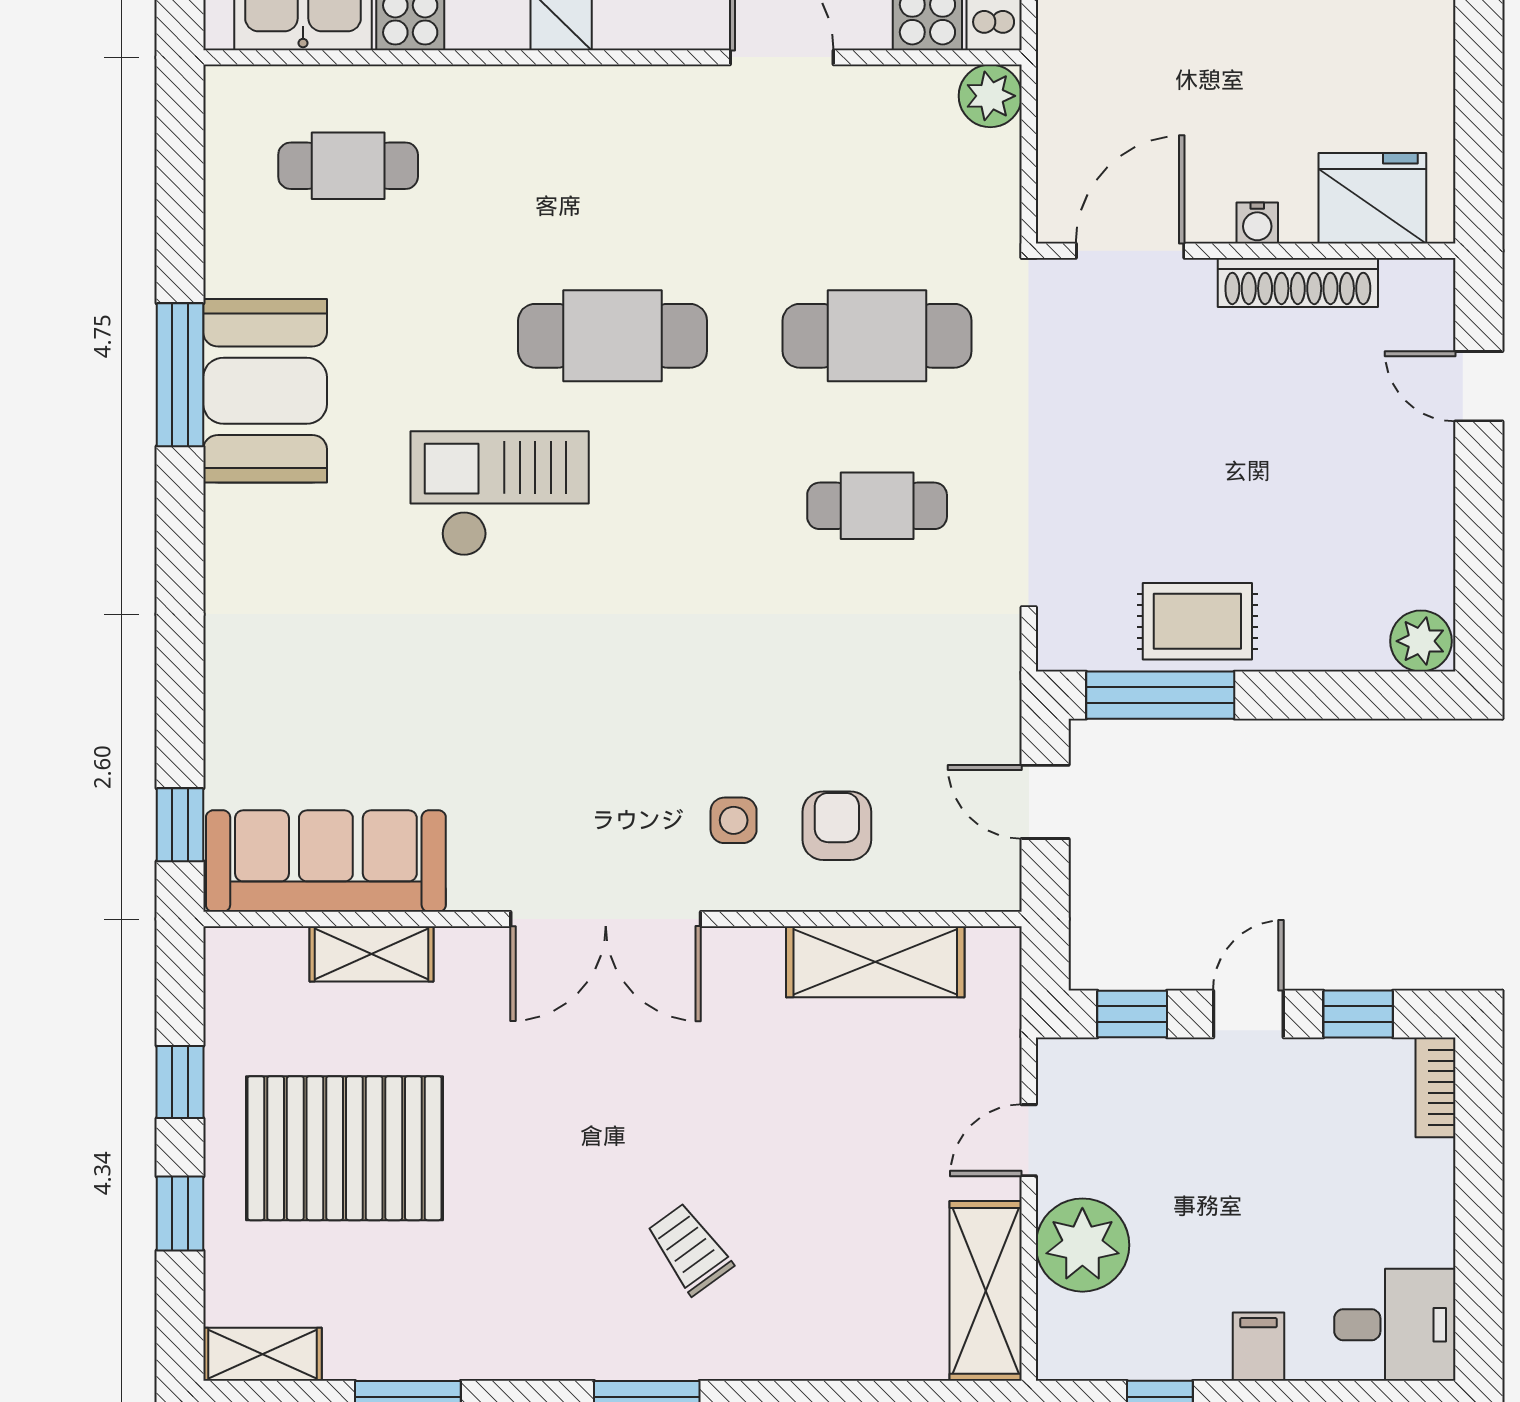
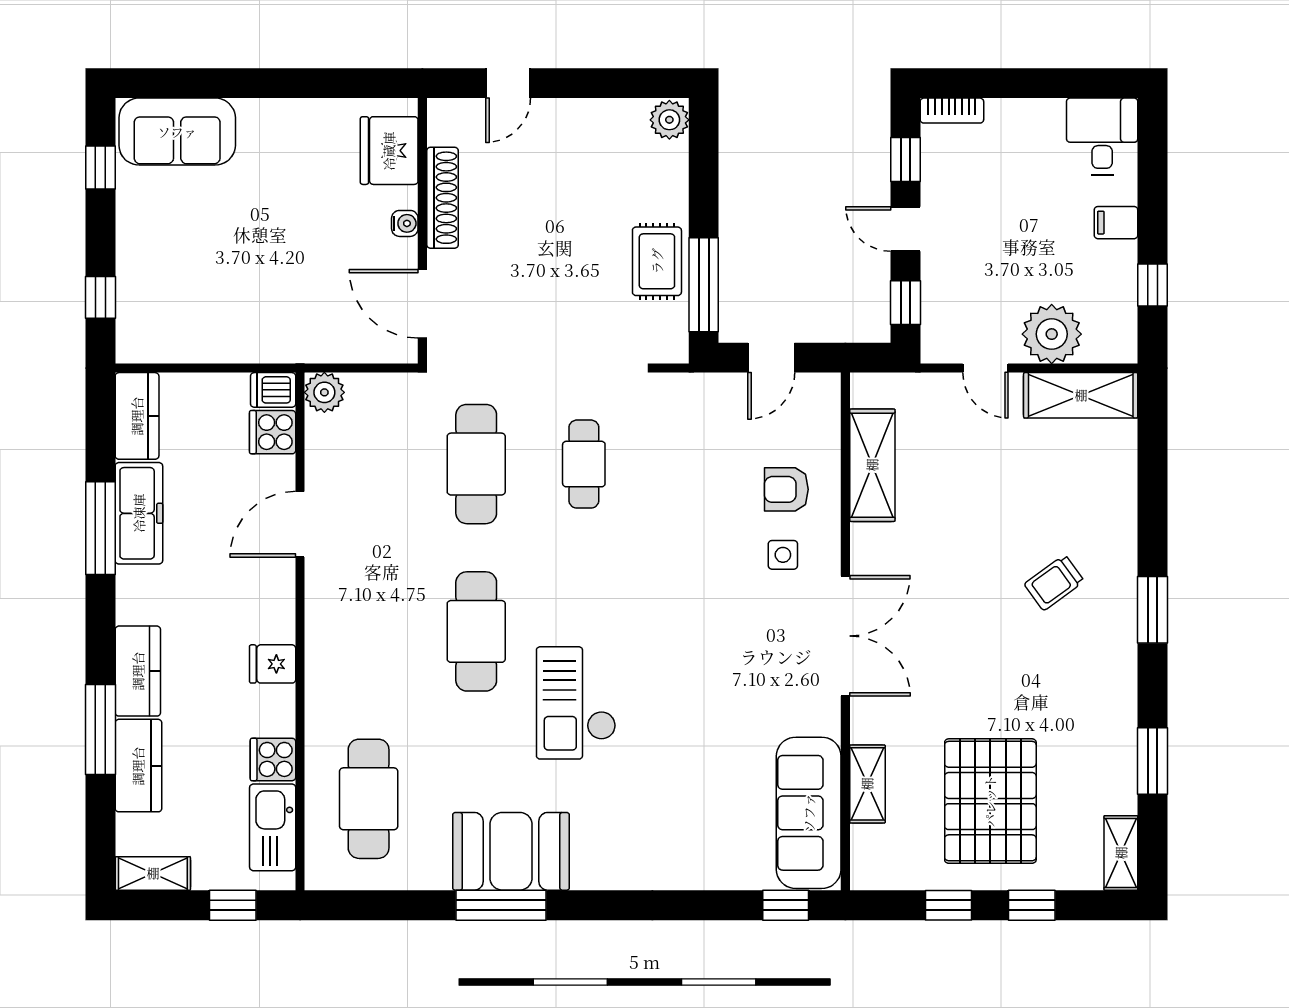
cafe table: (348, 166) -> (369, 799), width x1.37, depth x1.35

